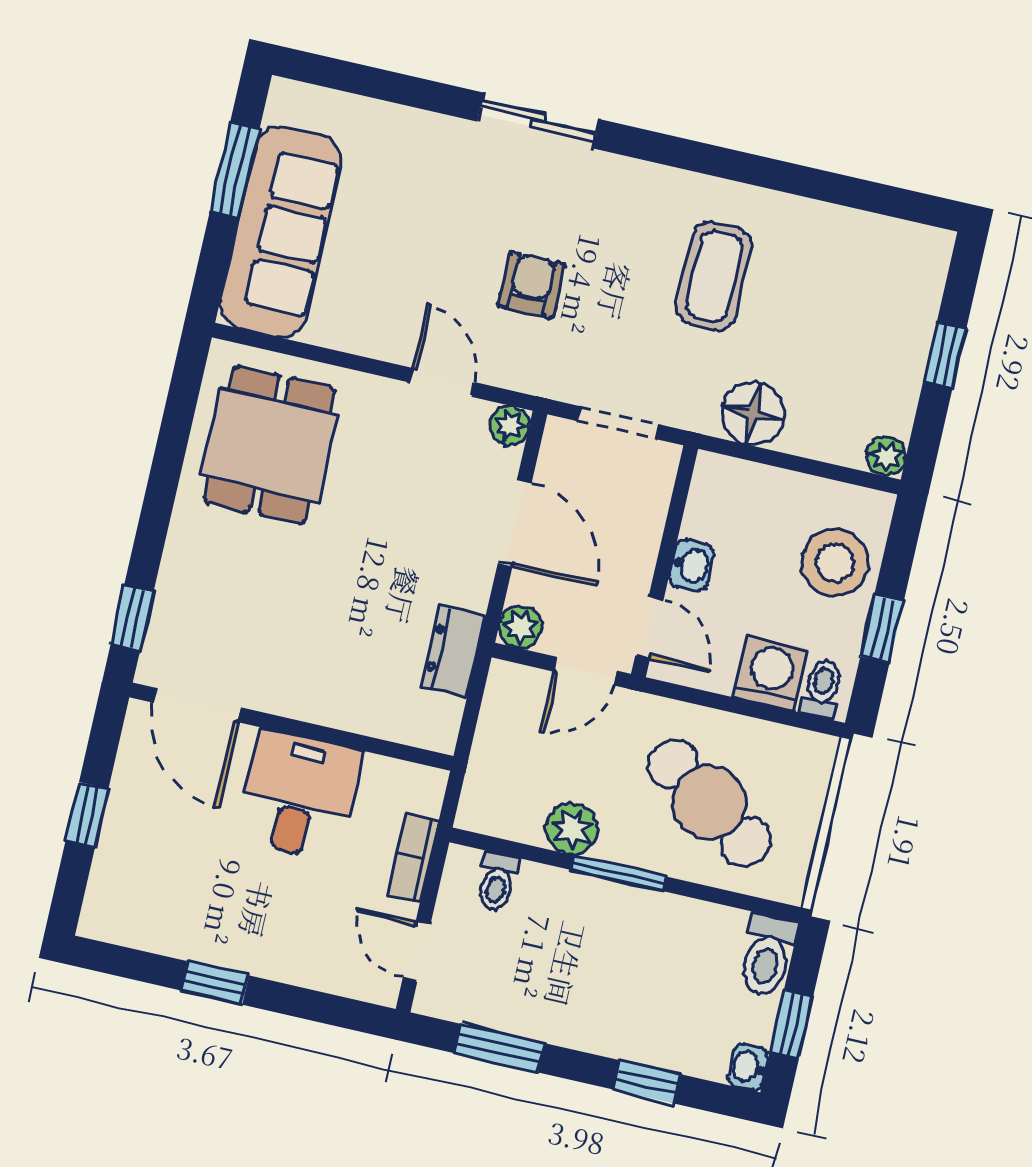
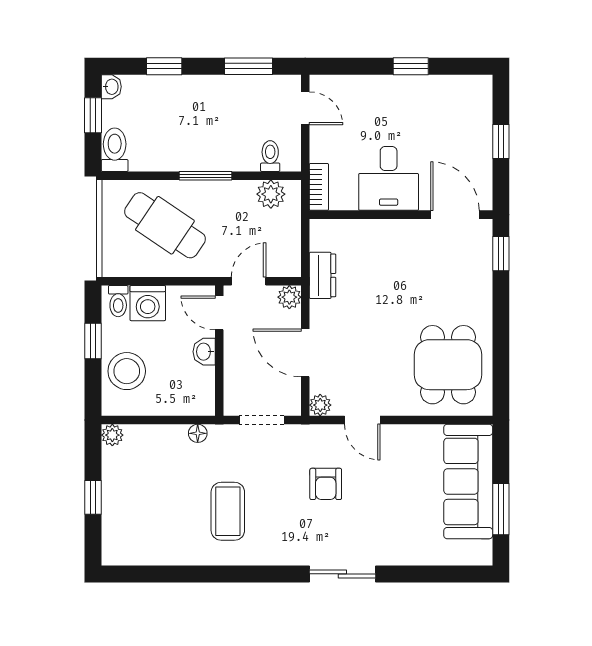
floor lamp: (753, 414) -> (198, 433), width x0.53, depth x0.53
plant: (572, 829) -> (271, 194), moved
bookcase: (413, 857) -> (319, 187), moved

